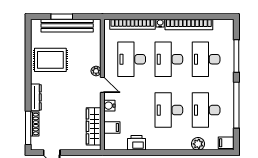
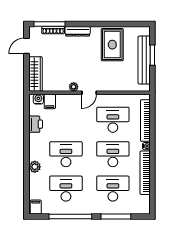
plant: (96, 71) -> (74, 87), moved
water cooler: (109, 106) -> (38, 99), moved
wardrobe: (94, 126) -> (35, 74), moved, turned 90
plant: (198, 144) -> (35, 167), moved

